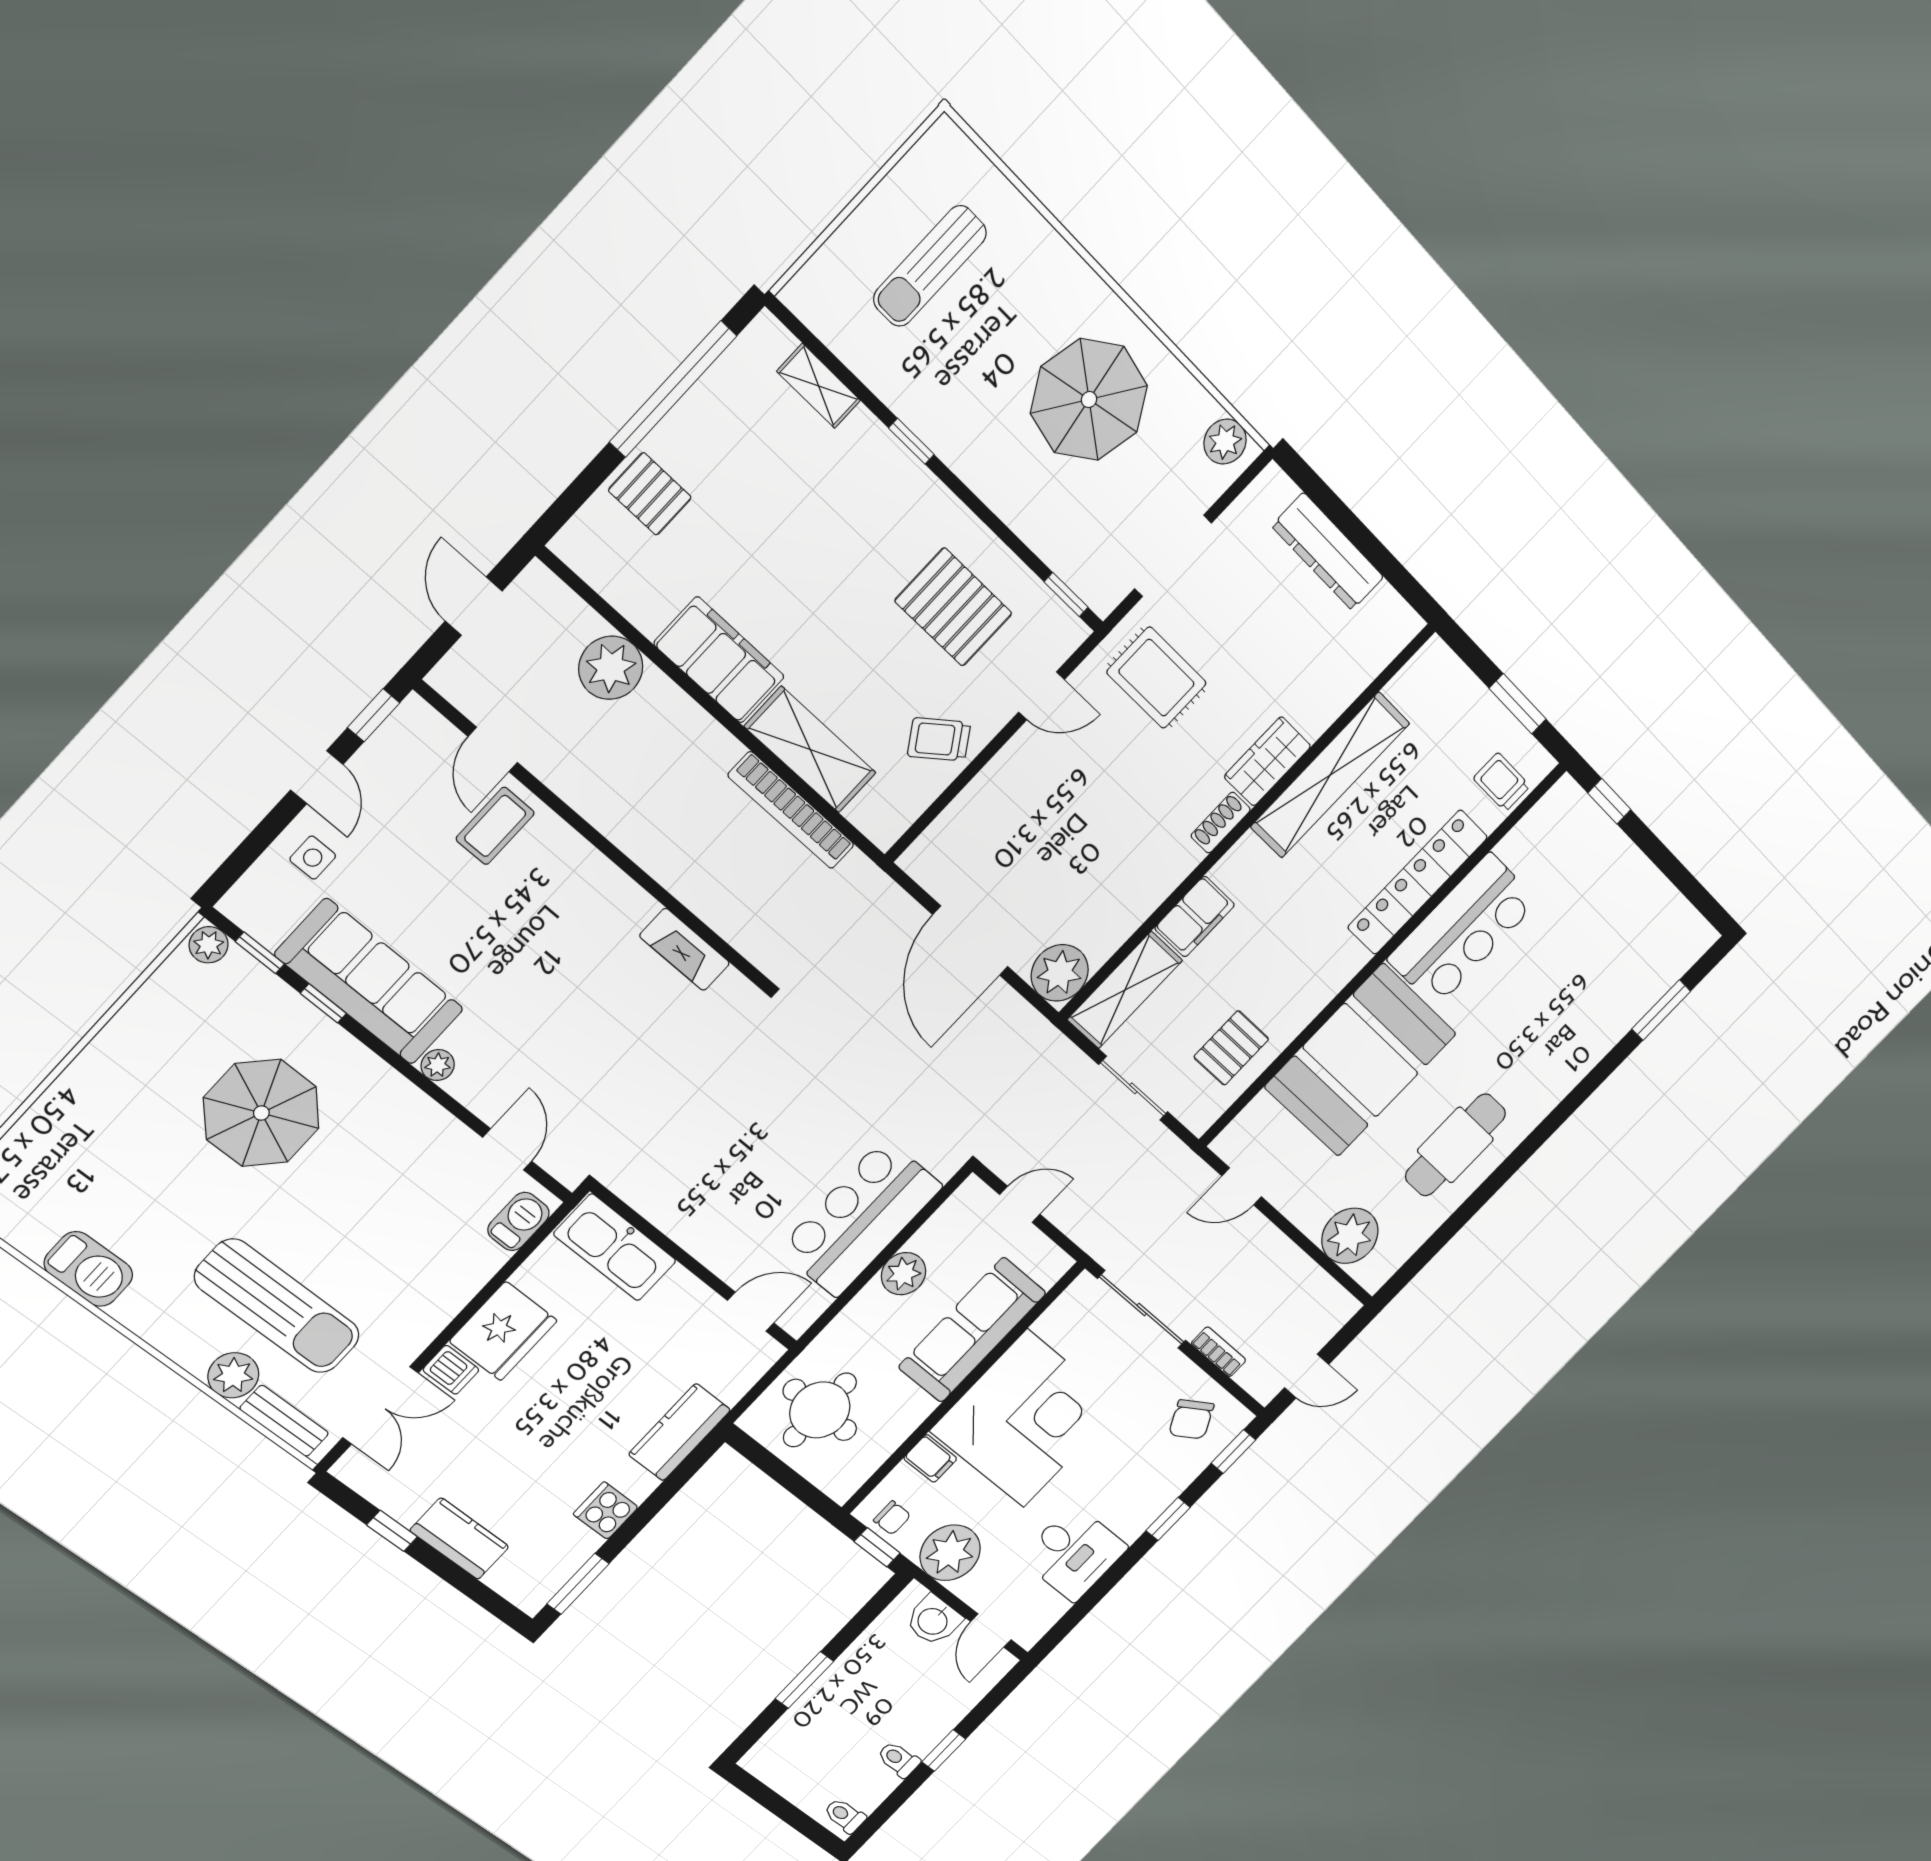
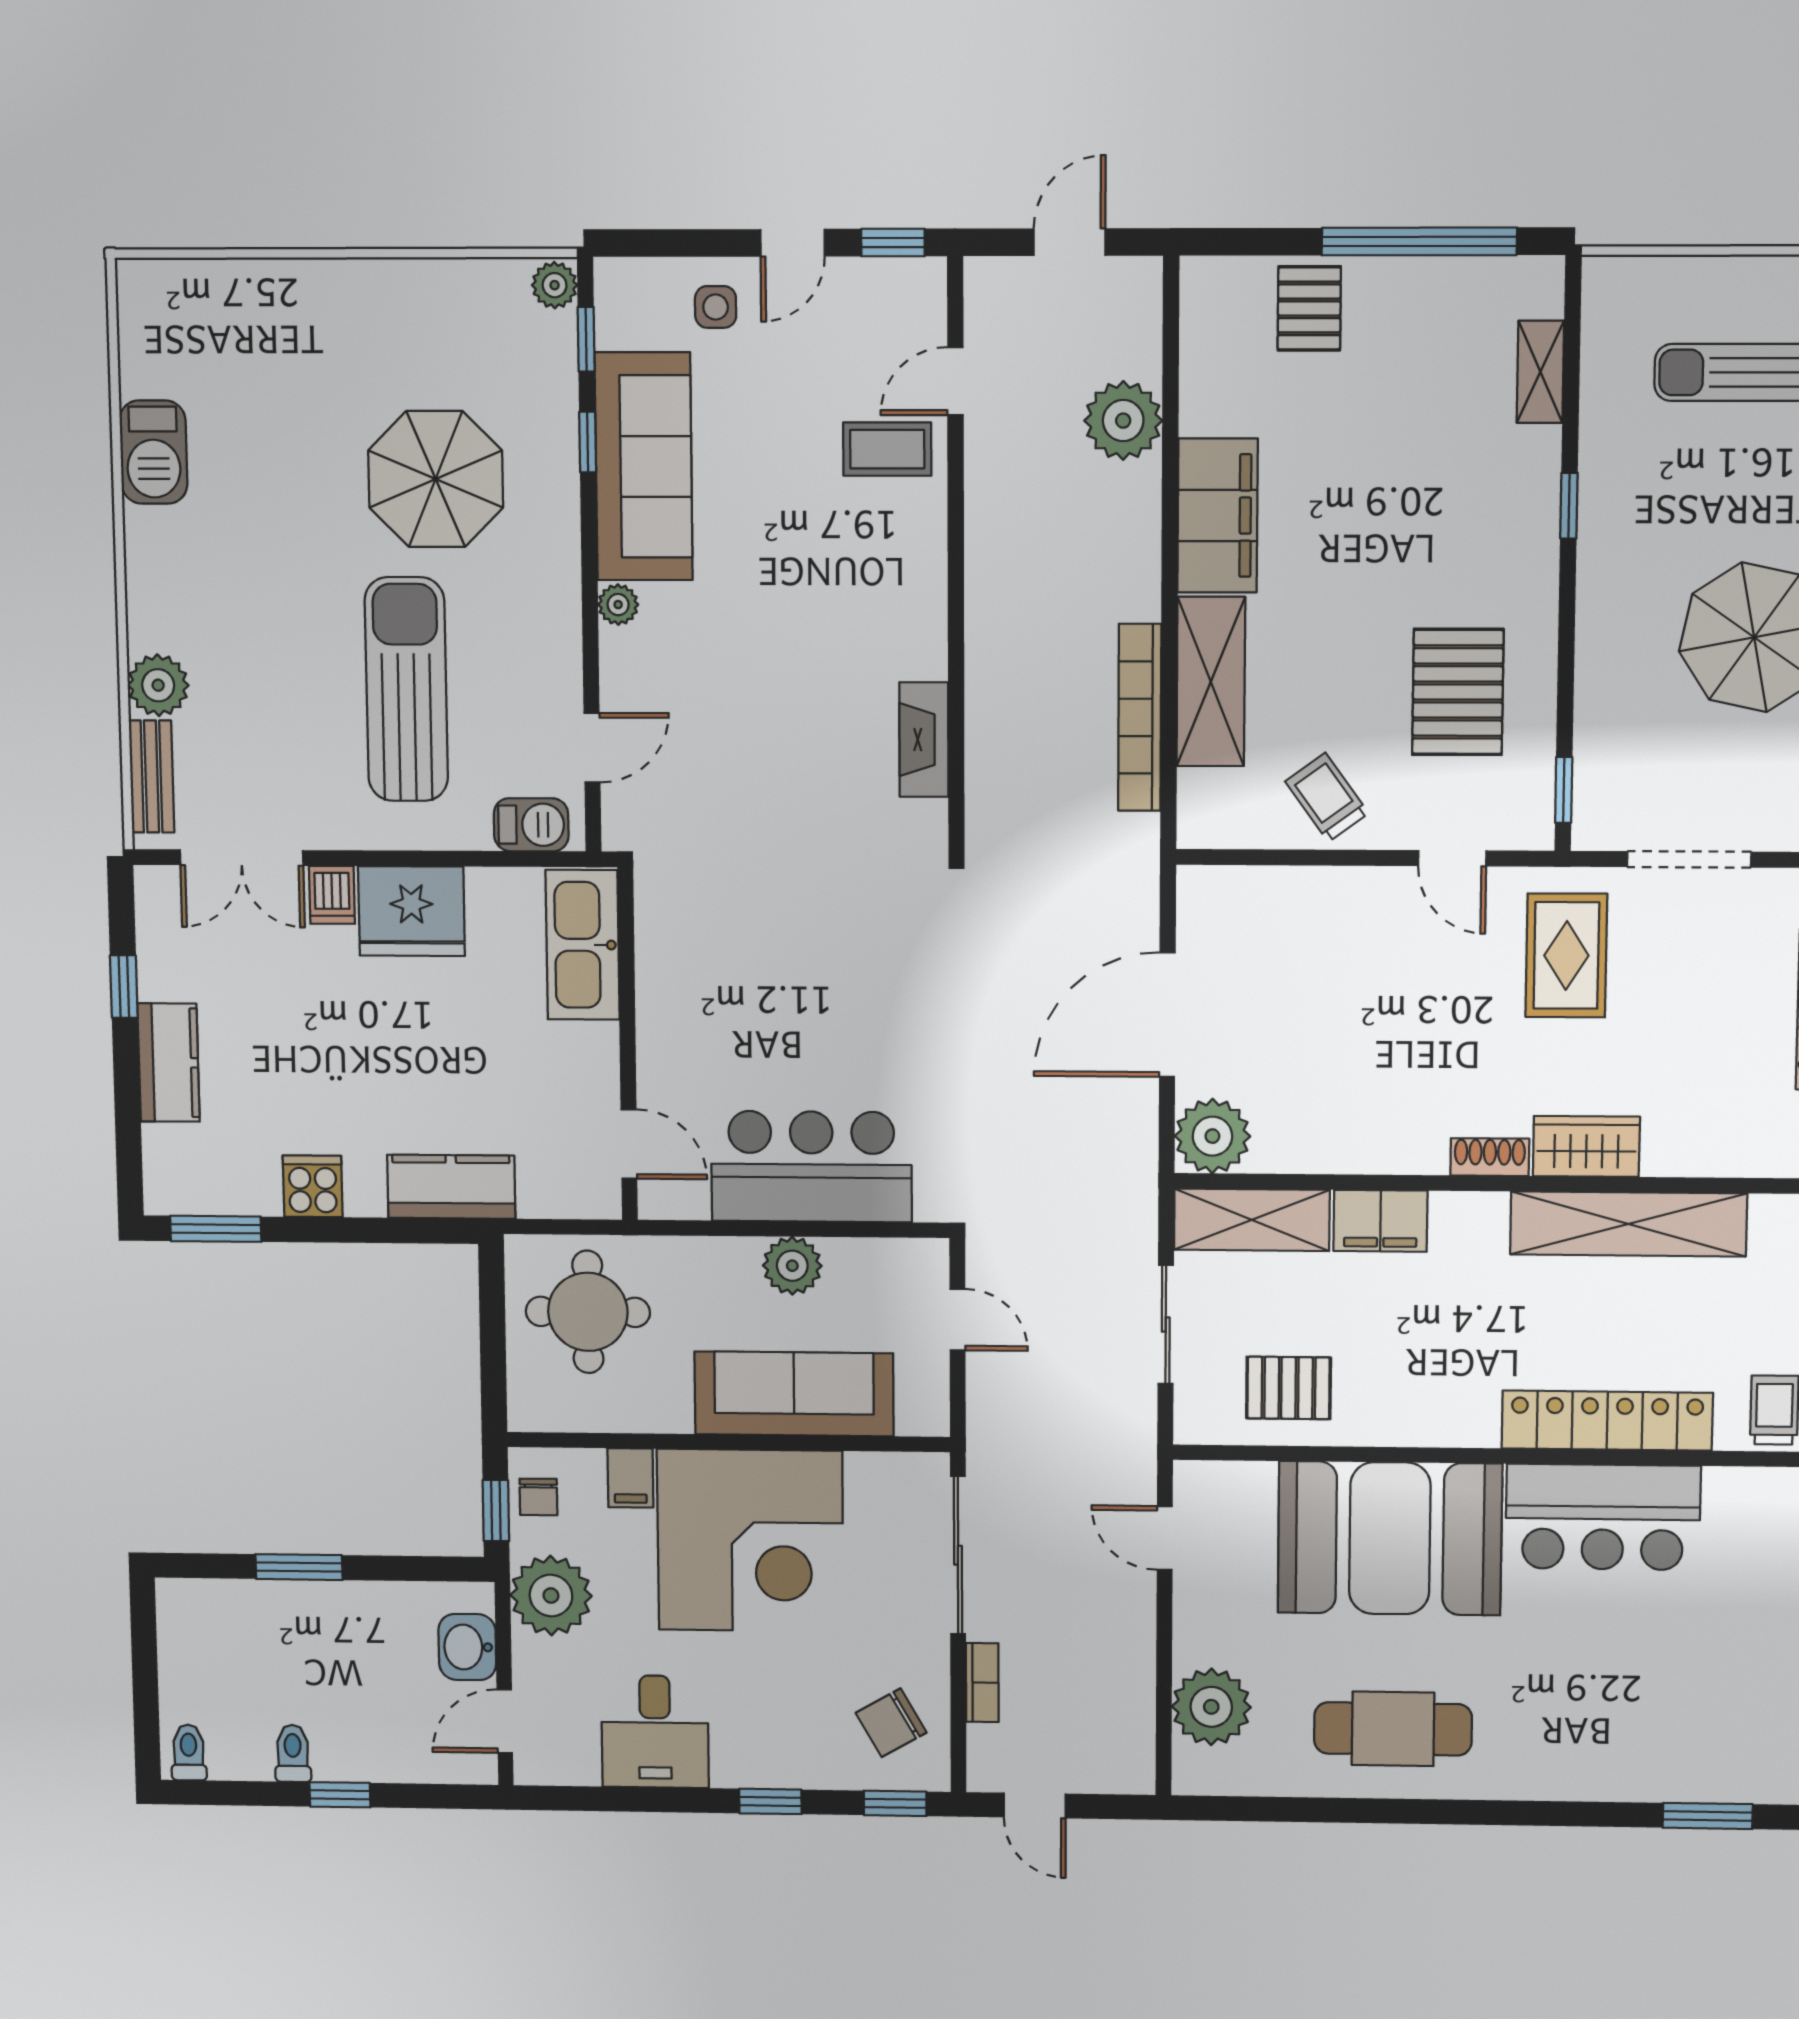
sun lounger: (277, 1306) -> (406, 689), moved, turned 180

